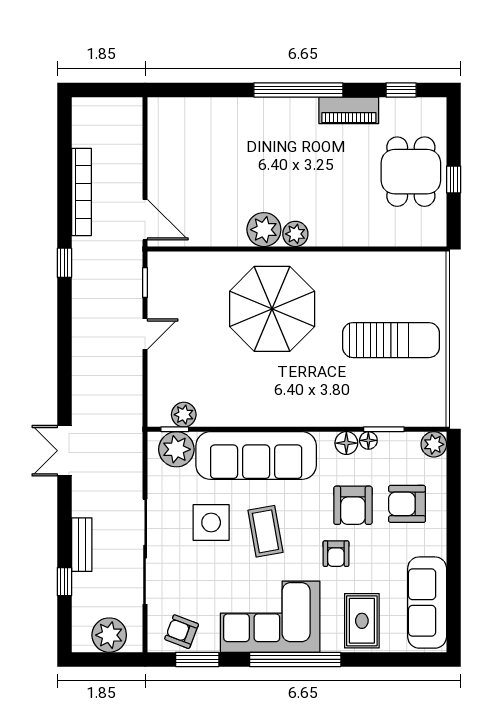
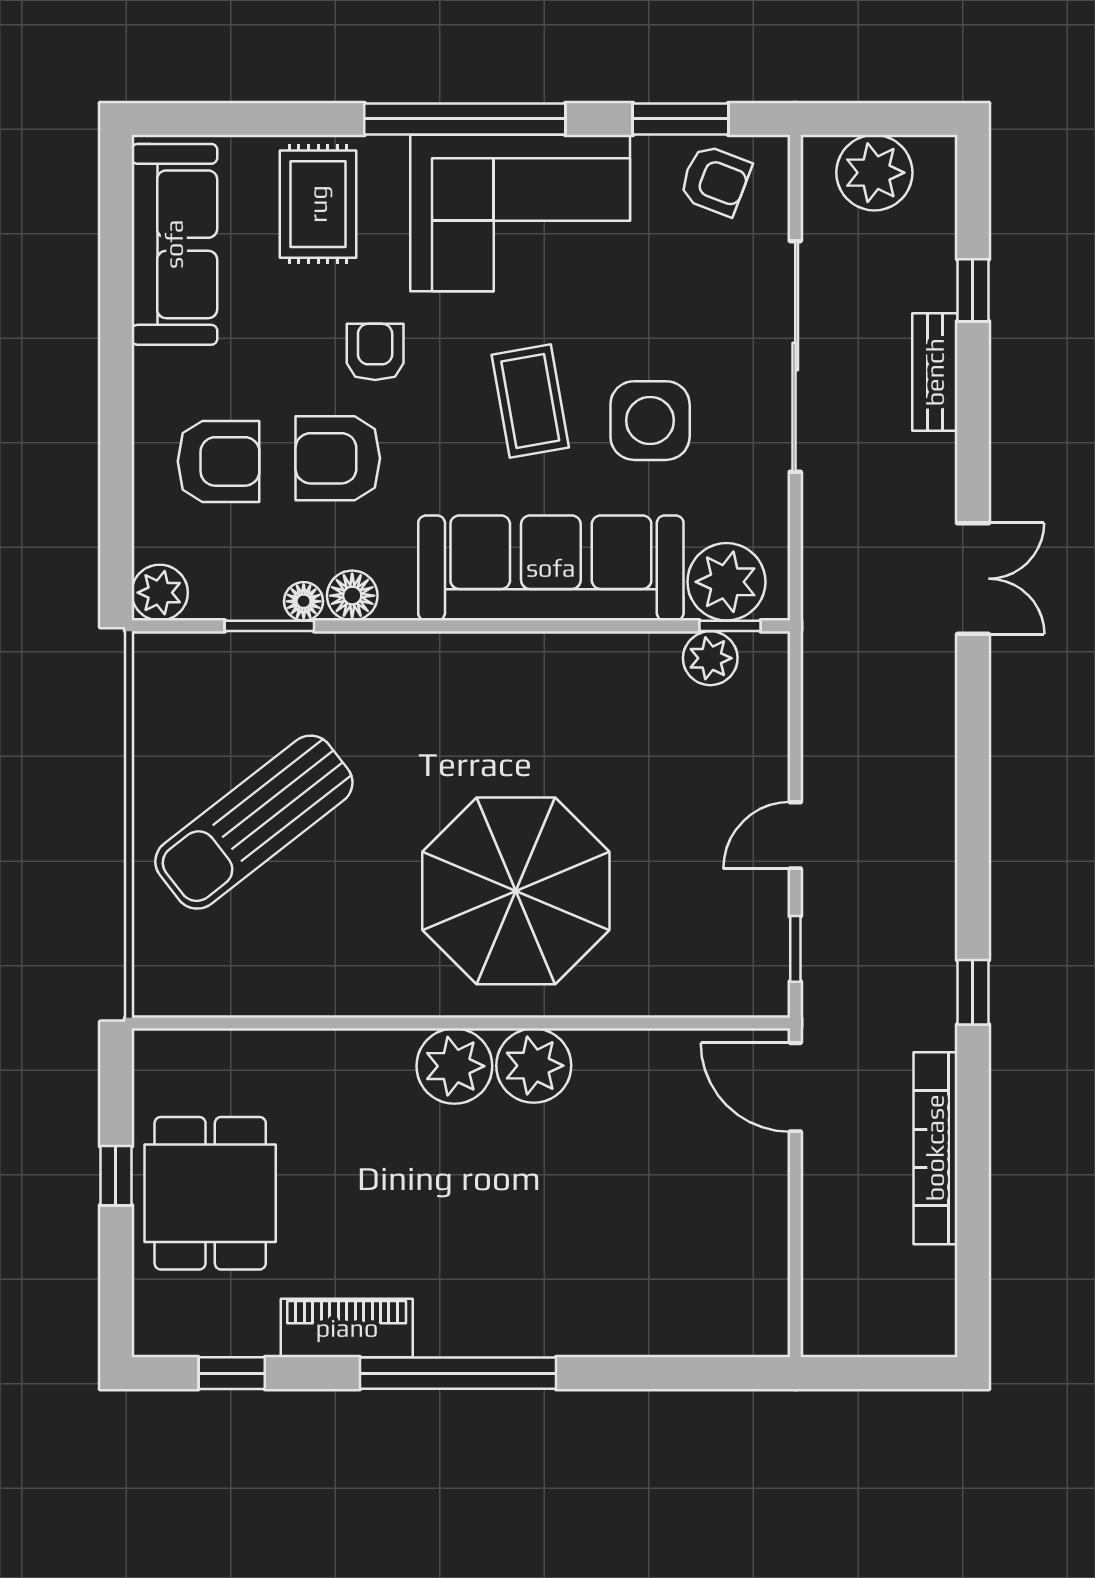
plant: (295, 234) -> (454, 1066), width x1.36, depth x1.36
sun lounger: (391, 340) -> (254, 822), turned -38
armchair: (353, 505) -> (338, 458), turned -90

